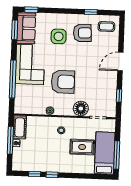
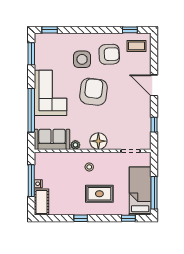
window: (91, 12) -> (130, 30), moved
sofa: (26, 28) -> (52, 139), moved, turned -90
door: (120, 62) -> (154, 85), hinge flipped
armchair: (63, 82) -> (93, 92), moved, turned -83
floor lamp: (81, 109) -> (98, 141), moved
cot: (20, 127) -> (41, 202), moved
rug: (82, 147) -> (99, 194), moved
window: (35, 174) -> (128, 218), moved

